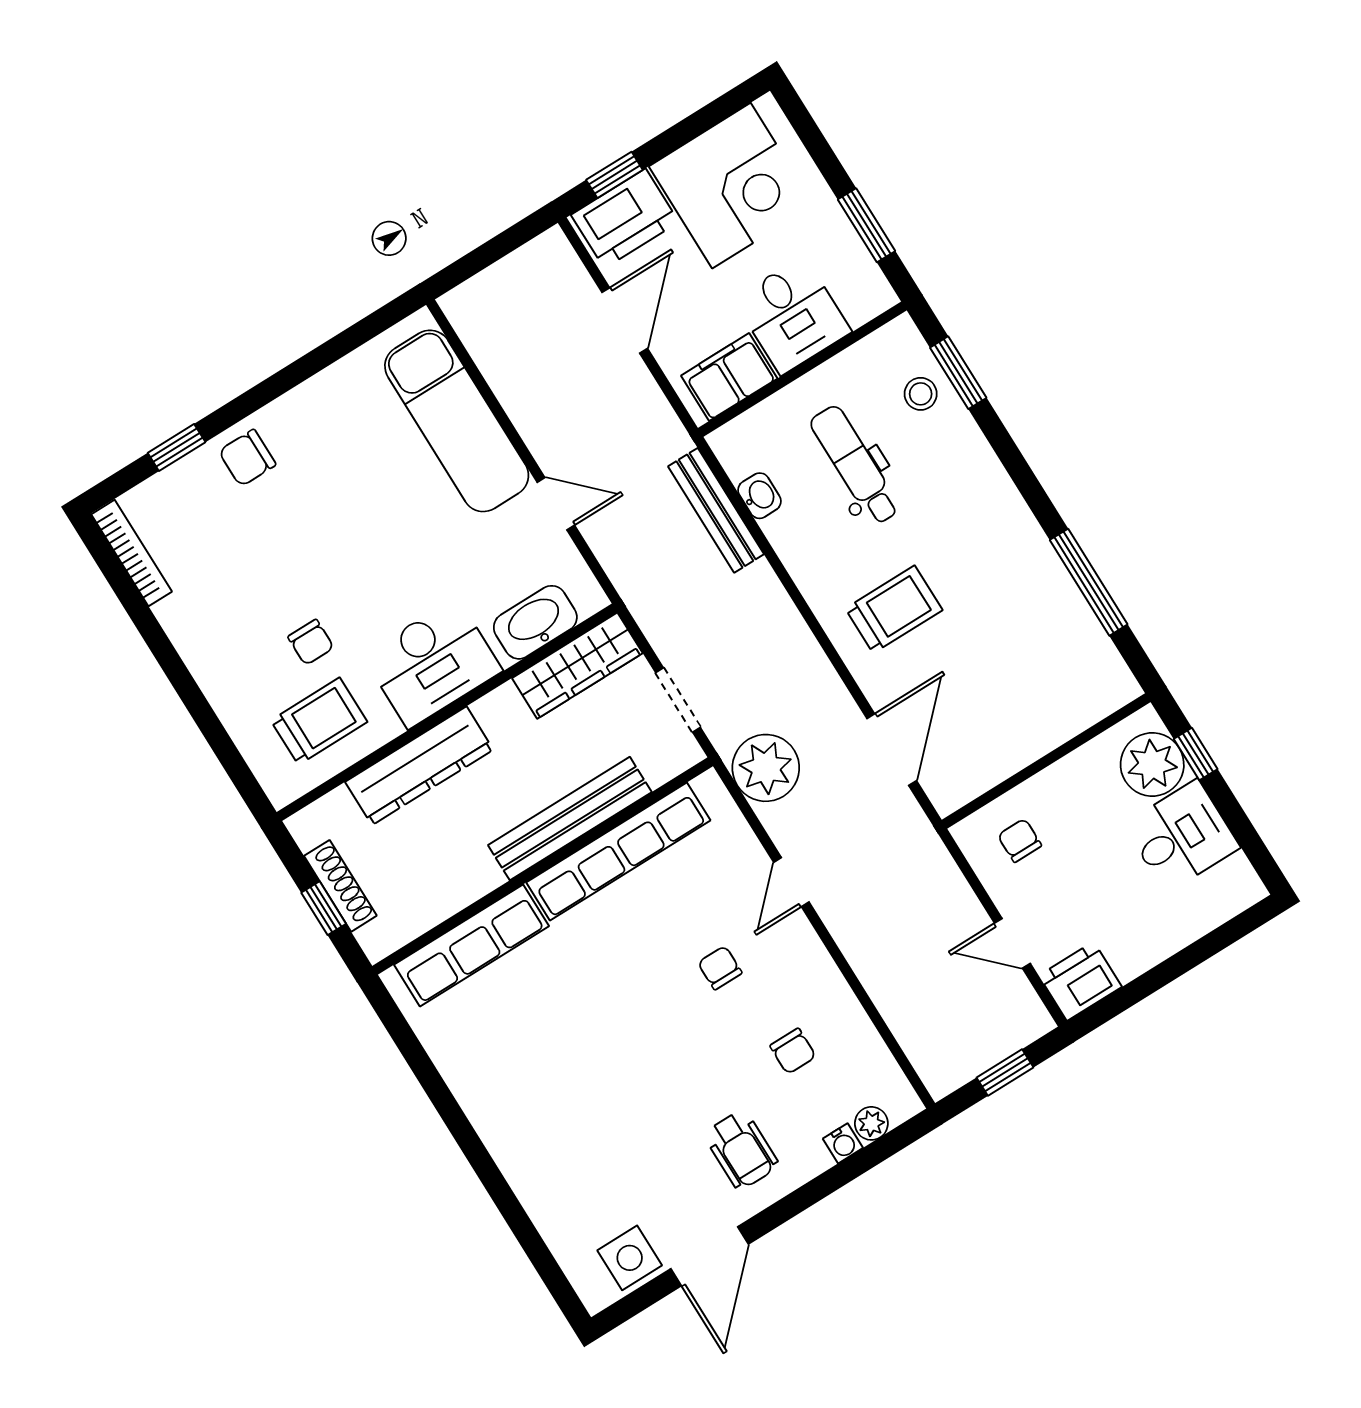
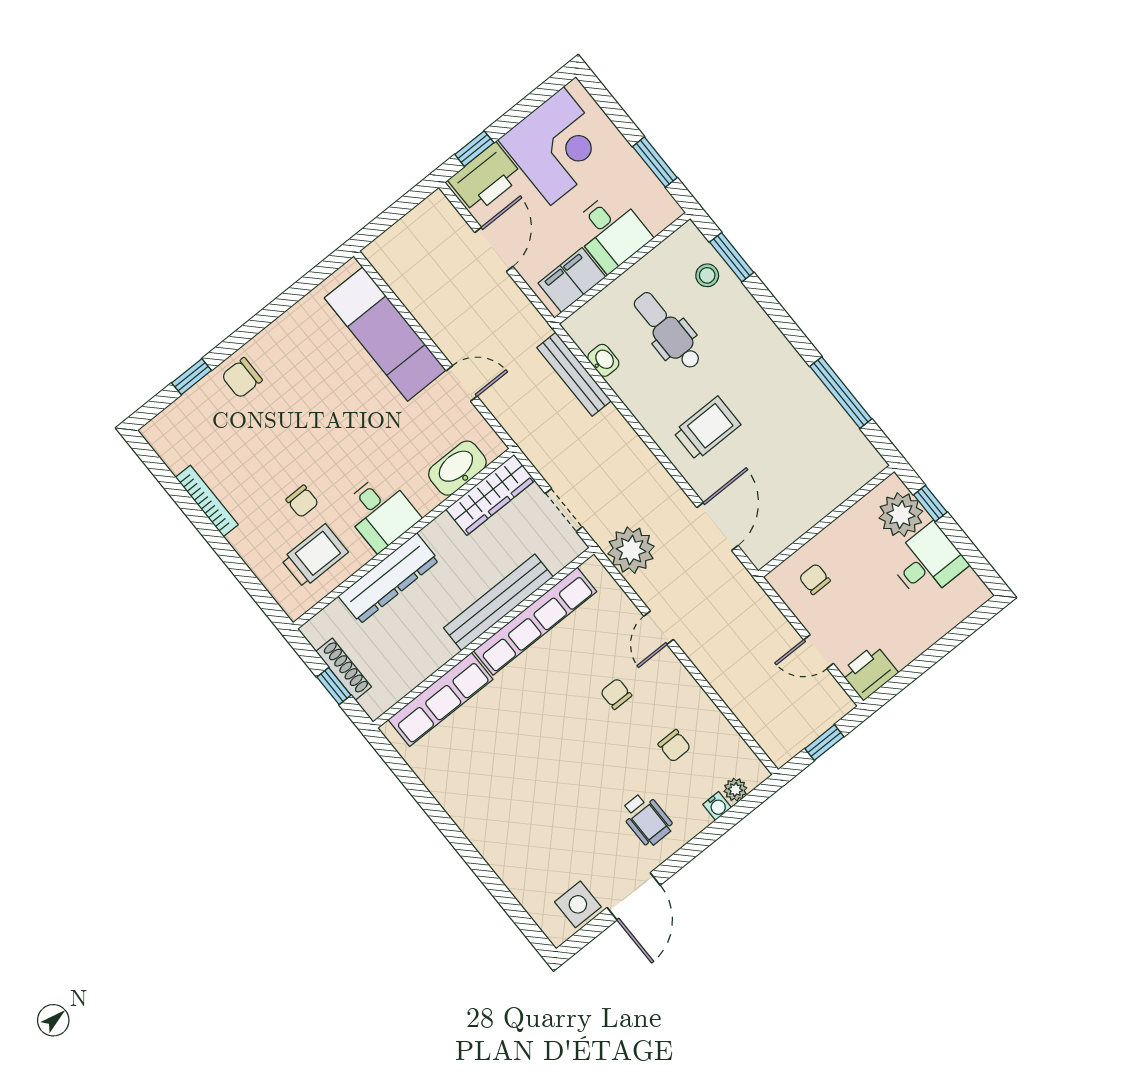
bookcase: (132, 553) -> (207, 501), moved
desk: (432, 663) -> (381, 512), width x0.73

